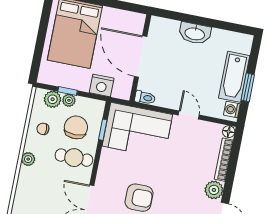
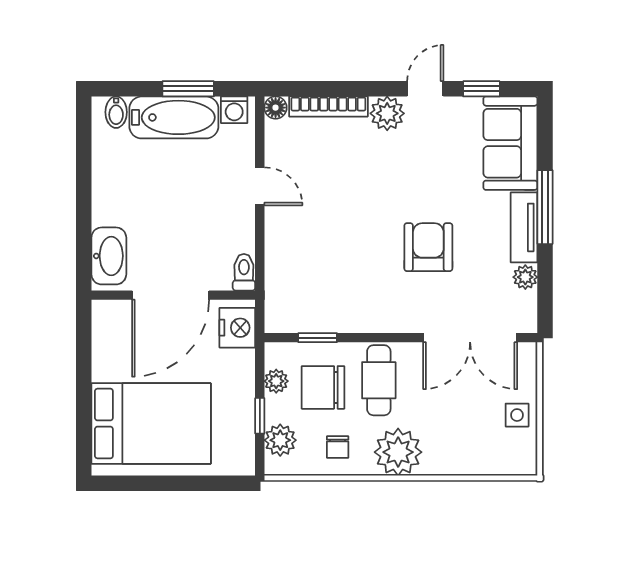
washbasin: (195, 33) -> (109, 256), moved
bidet: (243, 47) -> (116, 112), added
nightstand: (102, 85) -> (237, 328), moved
plant: (69, 100) -> (276, 381), moved
door: (189, 115) -> (260, 186), swing flipped
corner sofa: (137, 130) -> (306, 275), removed
plant: (28, 159) -> (398, 452), width x1.88, depth x1.88

